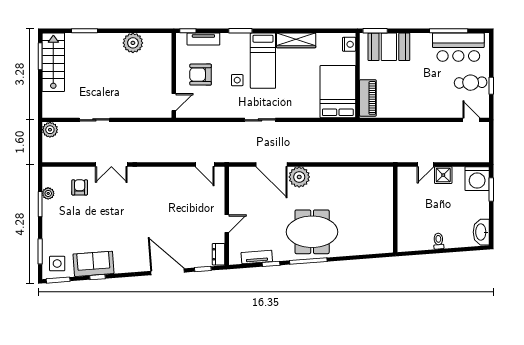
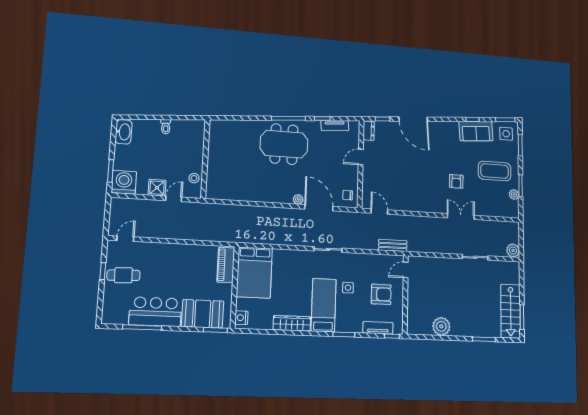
bar counter: (458, 47) -> (155, 312), moved
door: (471, 120) -> (125, 239), swing flipped
bench: (189, 128) -> (393, 245), added
plant: (299, 177) -> (298, 199), width x0.53, depth x0.53
chair: (240, 180) -> (348, 195), added
armchair: (80, 187) -> (456, 181), moved
stool: (406, 188) -> (194, 178), added
coffee table: (71, 219) -> (495, 171), added

